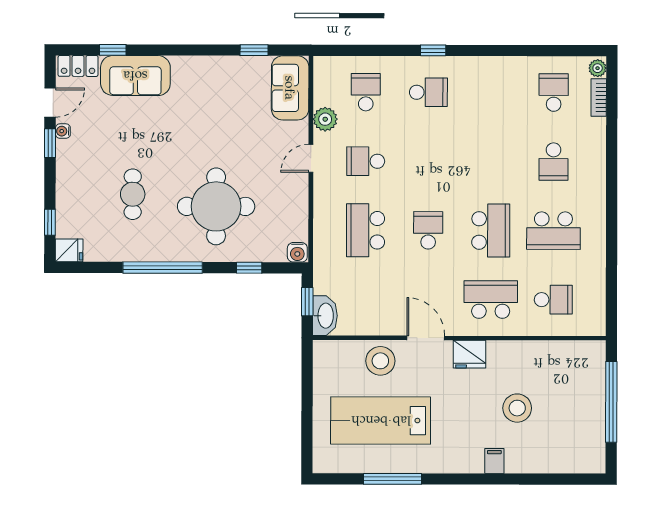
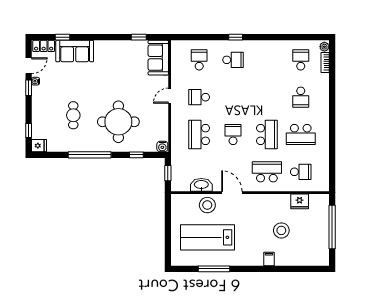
plant: (325, 119) -> (177, 75), removed
washbasin: (325, 316) -> (201, 185), moved, turned -90
fridge: (470, 354) -> (300, 201), moved

